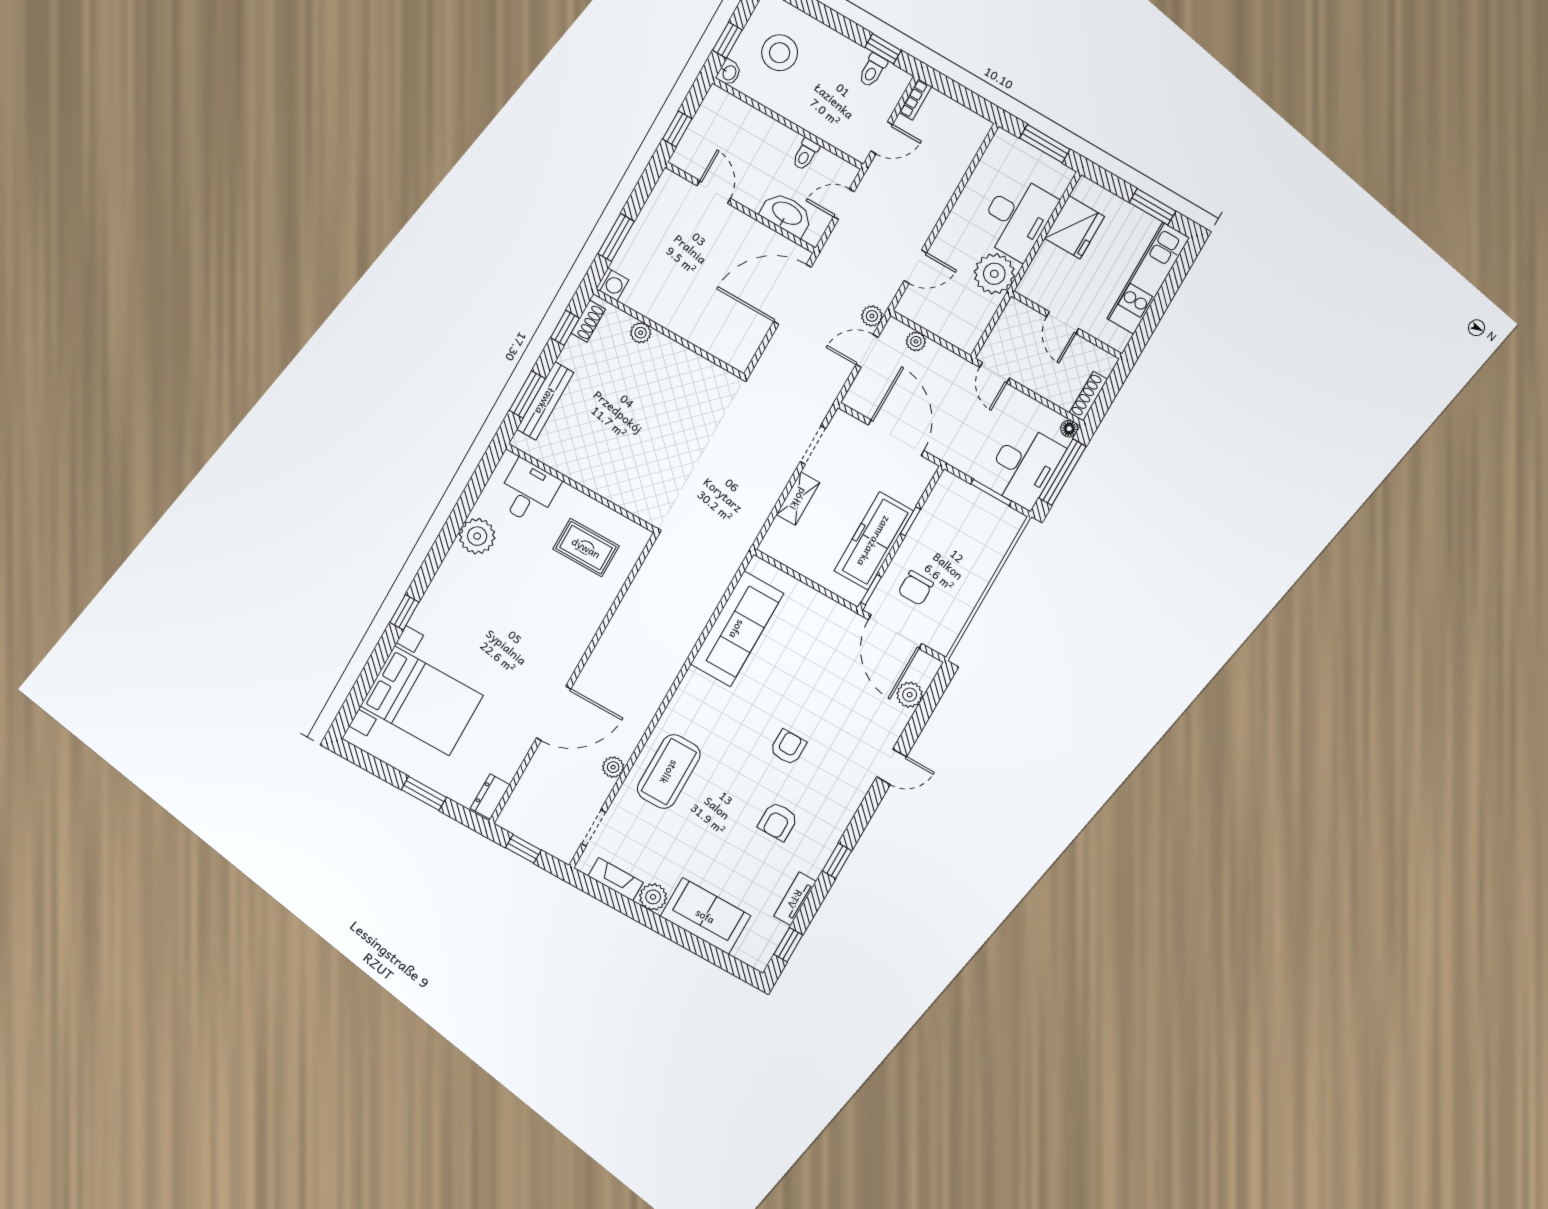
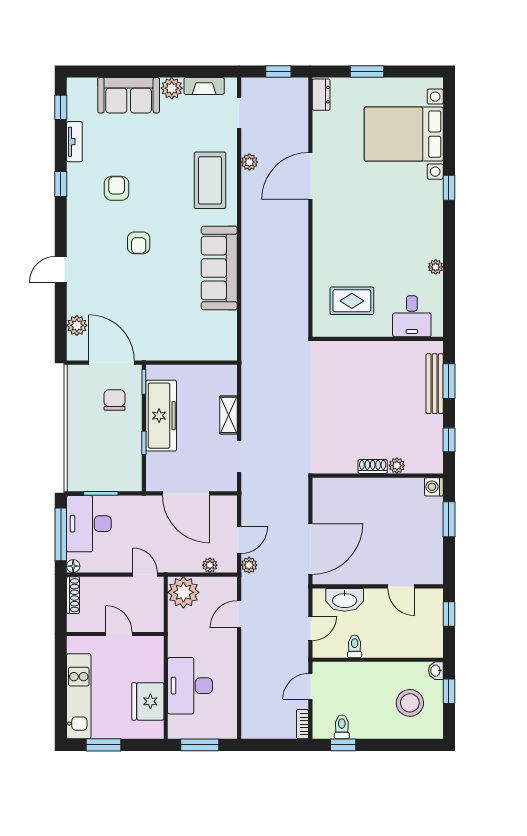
plant: (994, 274) -> (183, 592), moved
shoe rack: (588, 321) -> (373, 466), moved, turned 90
plant: (477, 536) -> (436, 267), width x0.53, depth x0.53
sofa: (737, 629) -> (219, 268), moved

